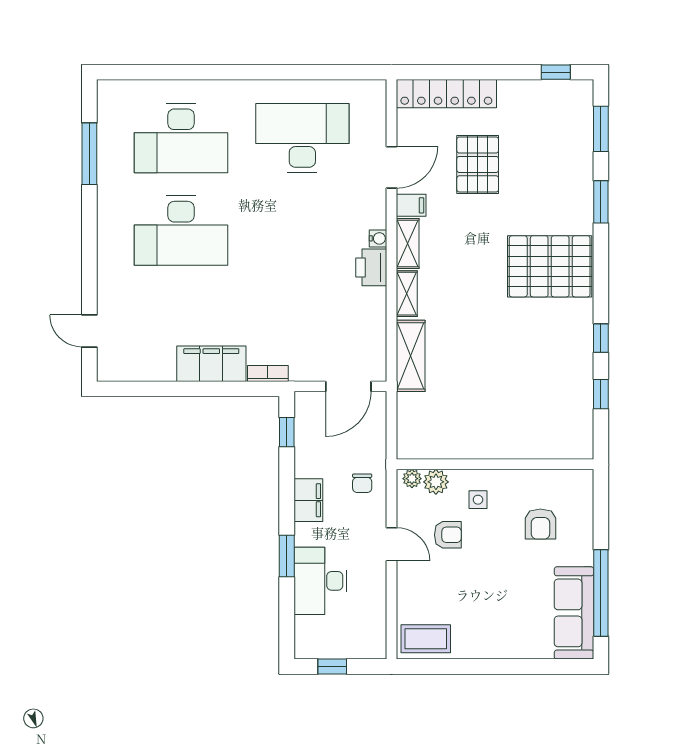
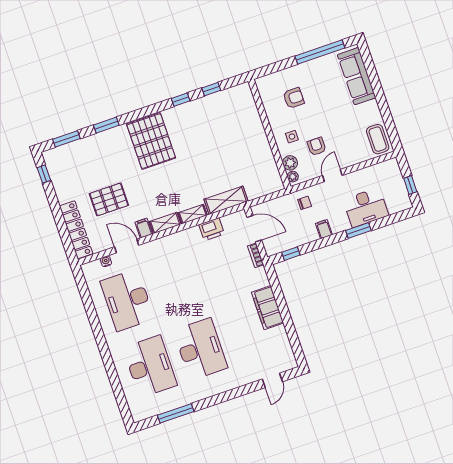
water cooler: (378, 238) -> (106, 261), moved
printer: (371, 267) -> (212, 229), moved
bookcase: (268, 373) -> (256, 255), moved
filing cabinet: (308, 500) -> (324, 229), width x0.50
sofa: (574, 613) -> (357, 76), moved, turned 90

